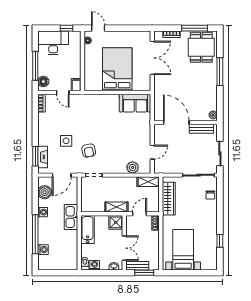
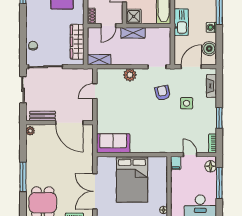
window: (35, 156) -> (219, 118), moved
plant: (133, 167) -> (130, 75), moved

